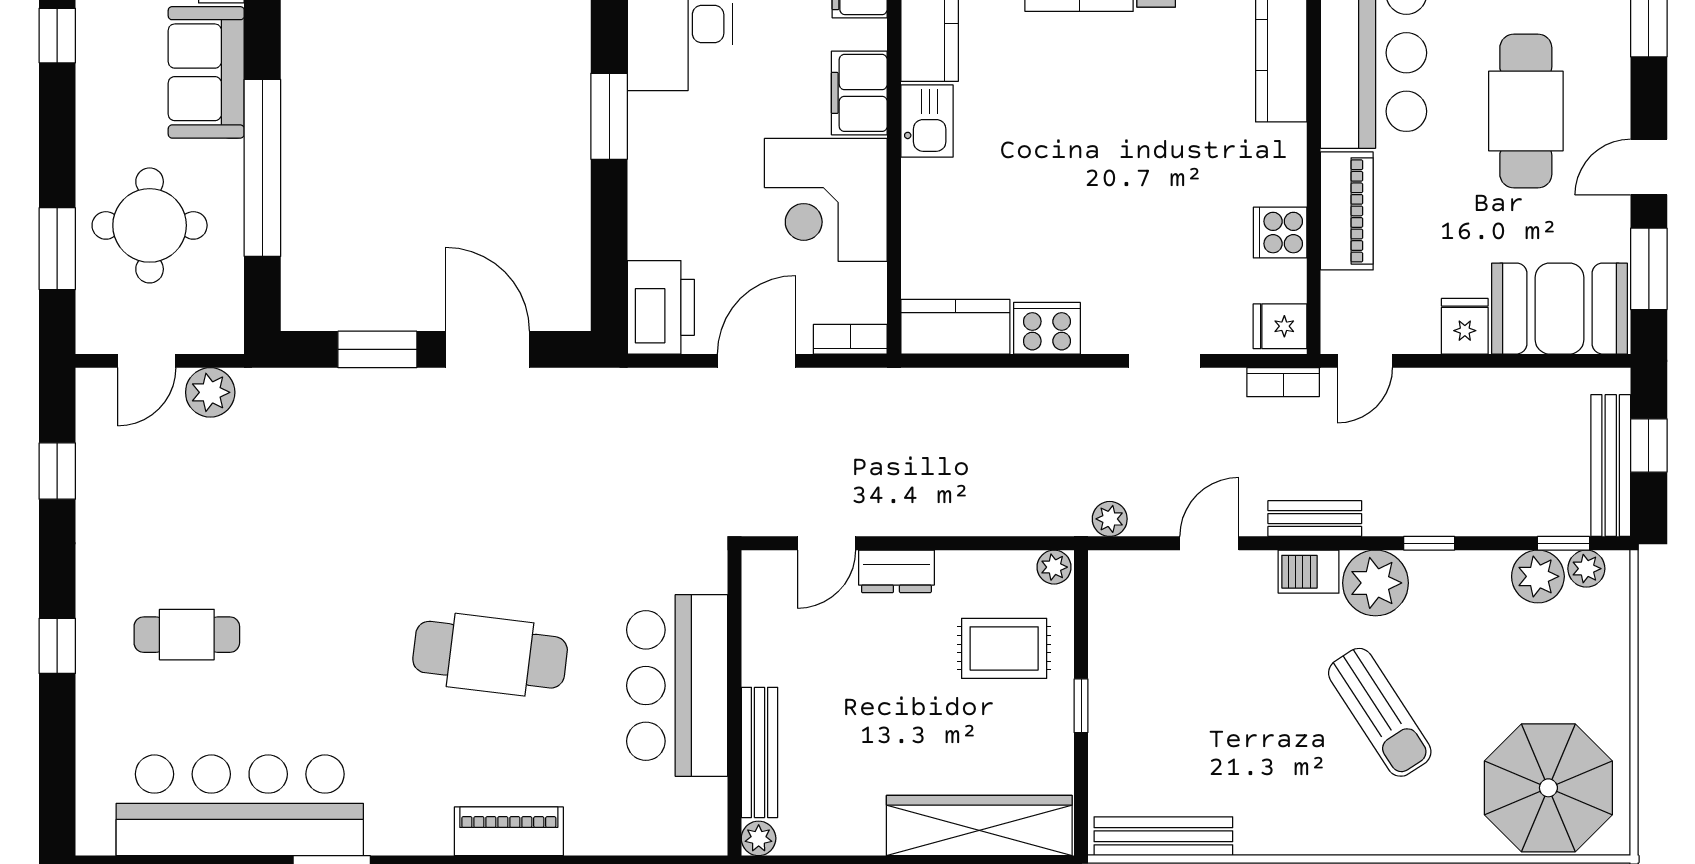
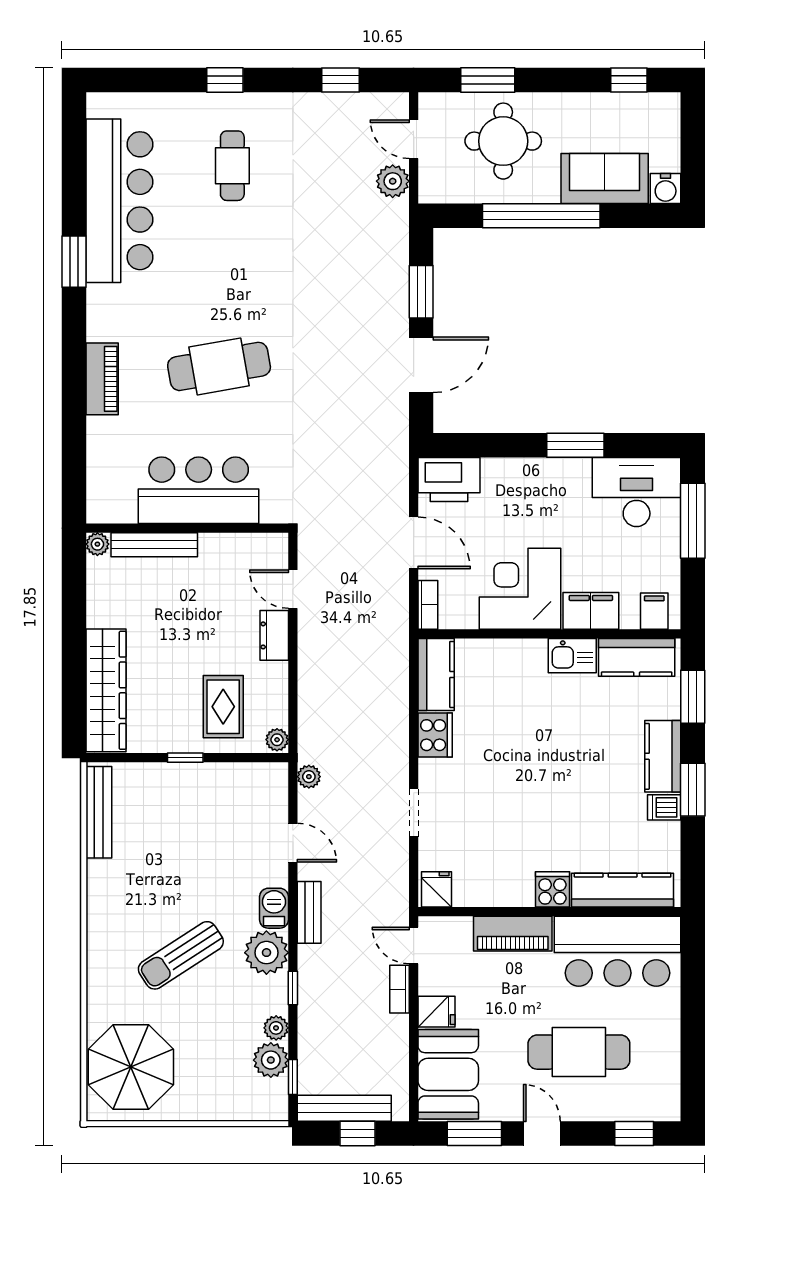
cooker: (1280, 233) -> (552, 889), moved
bookcase: (1283, 382) -> (399, 989), moved
plant: (1586, 569) -> (276, 1028), moved
cafe table: (490, 655) -> (219, 366), turned 73

